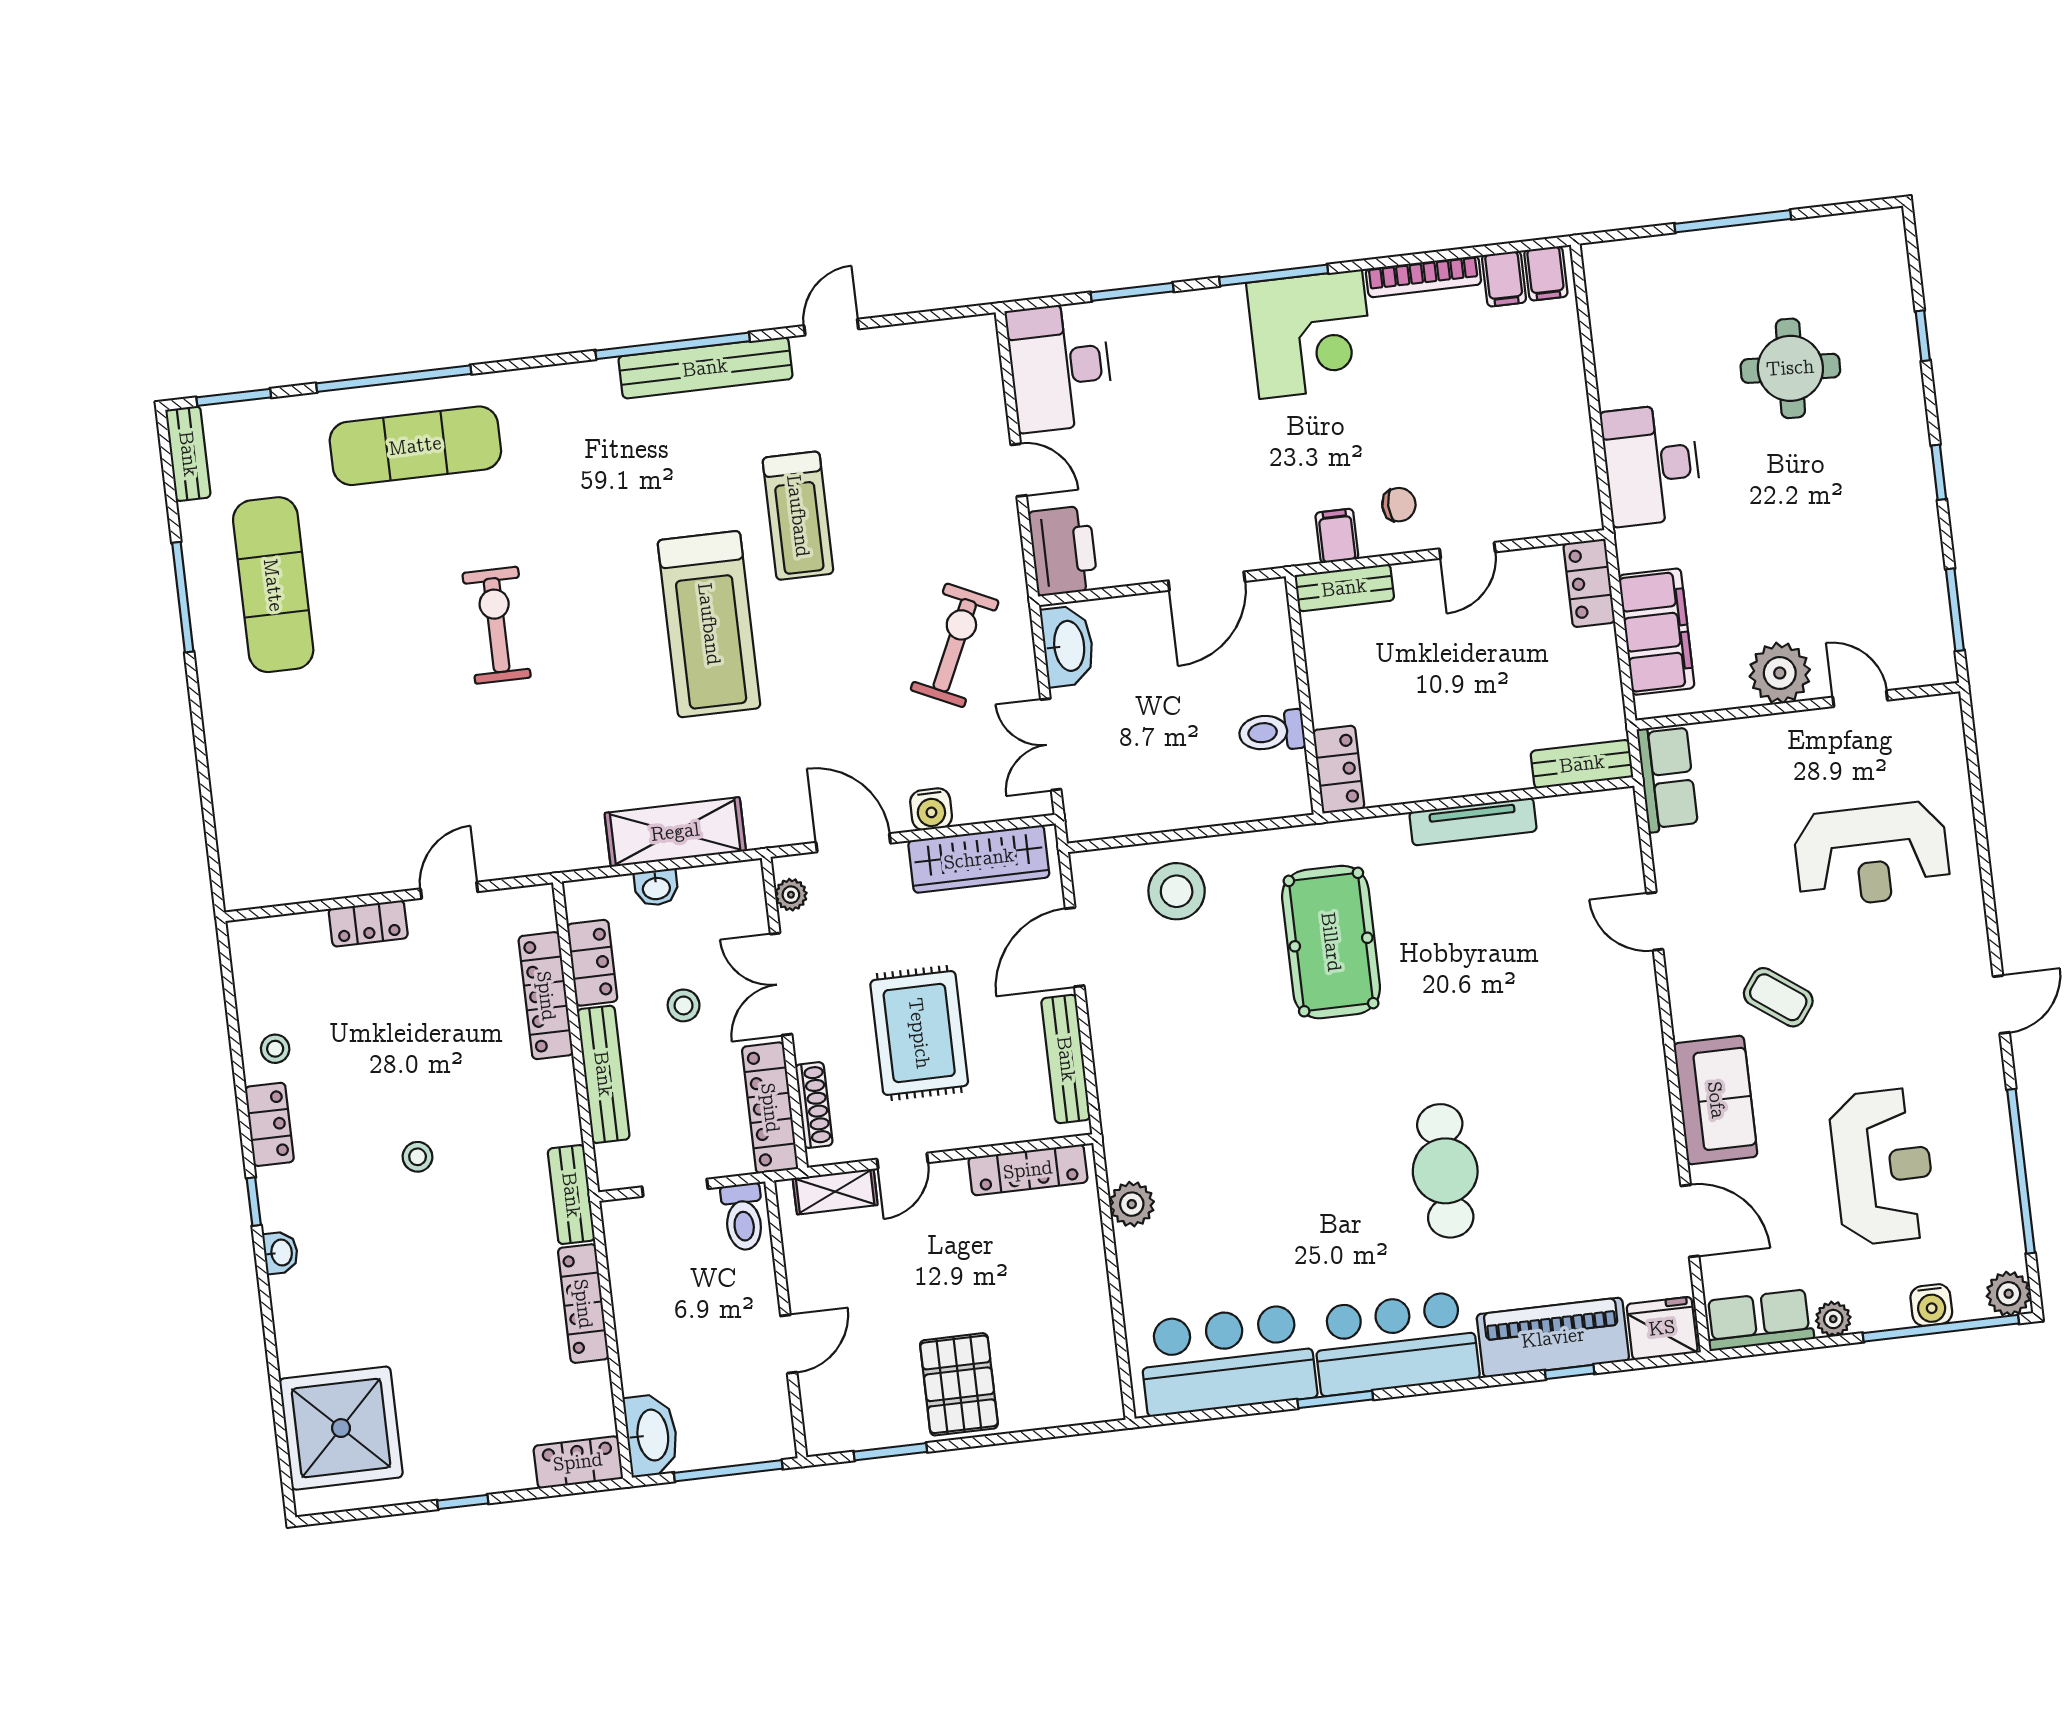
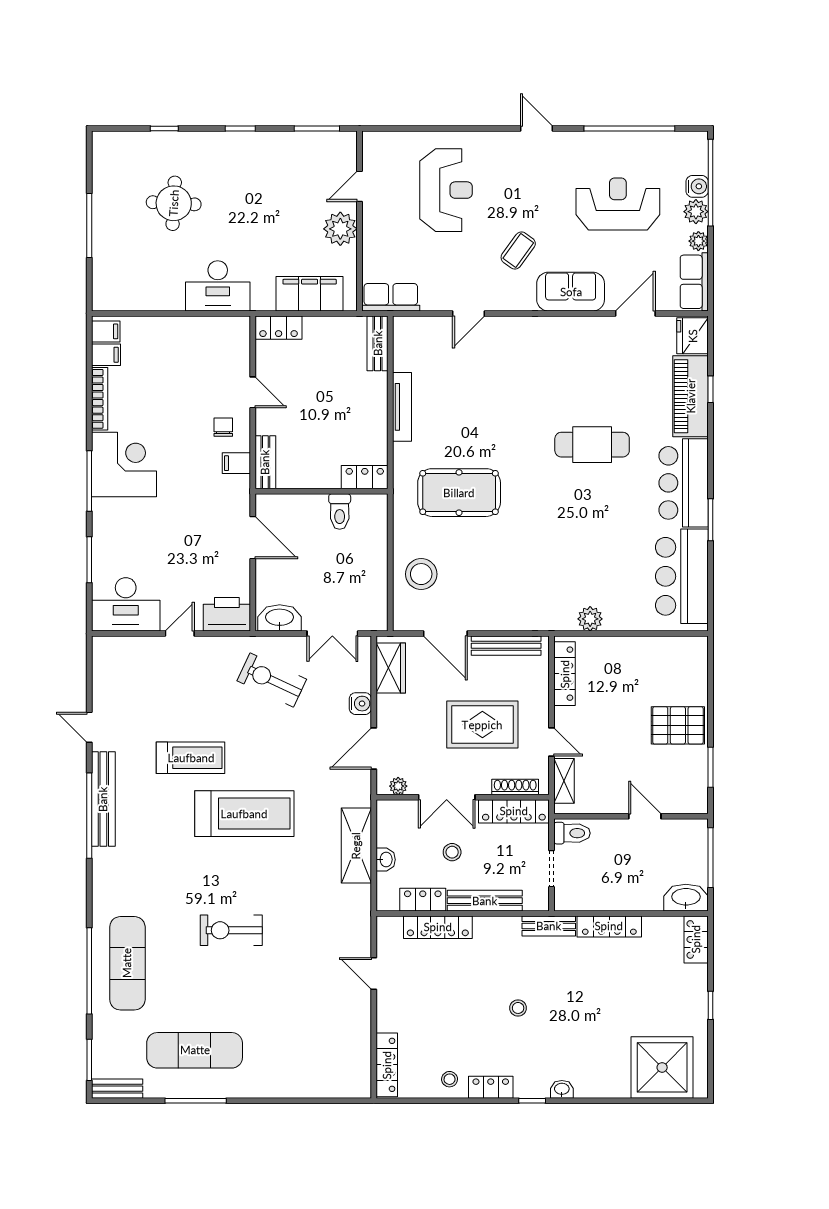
wardrobe: (979, 859) -> (391, 668), width x0.67
locker: (368, 923) -> (387, 1065), moved, width x1.53
plant: (2009, 1294) -> (696, 212), moved

